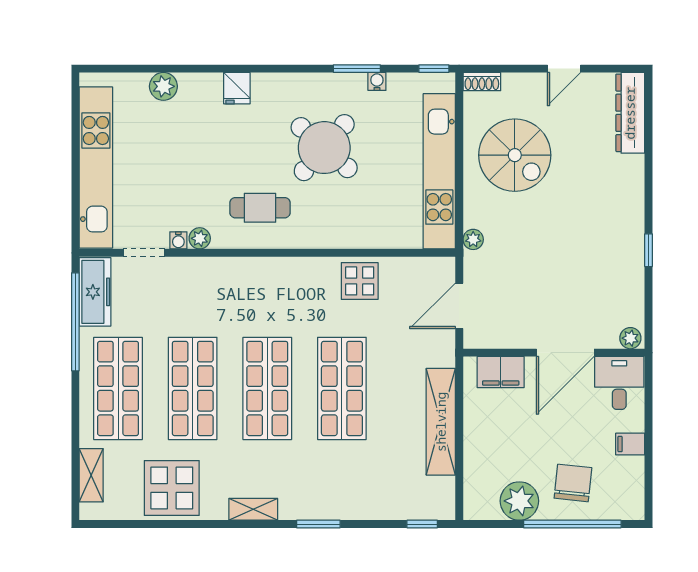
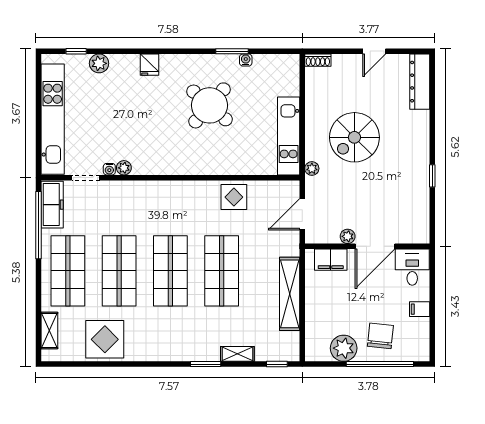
window: (434, 69) -> (76, 51), moved
spiral stairs: (515, 155) -> (354, 137), moved, turned 90
kitchen unit: (439, 171) -> (289, 136), width x0.73
cafe table: (260, 208) -> (165, 147), removed
plant: (630, 338) -> (348, 236), moved
shelving: (253, 509) -> (237, 354), moved

